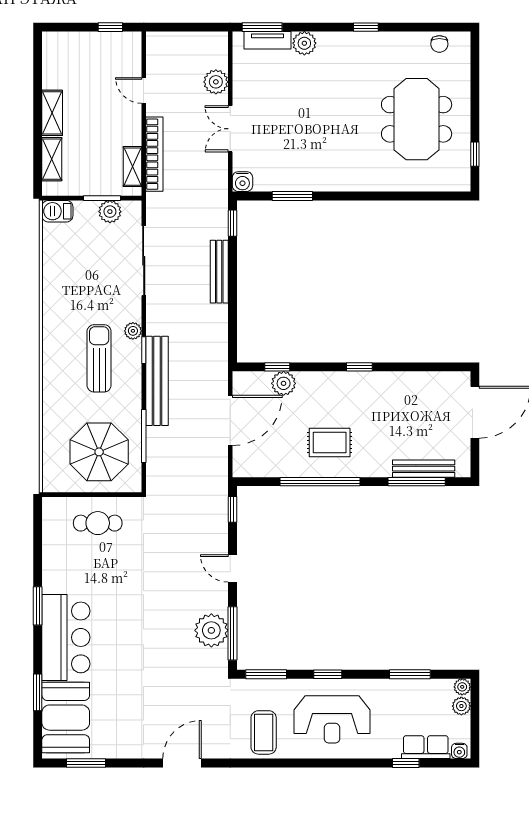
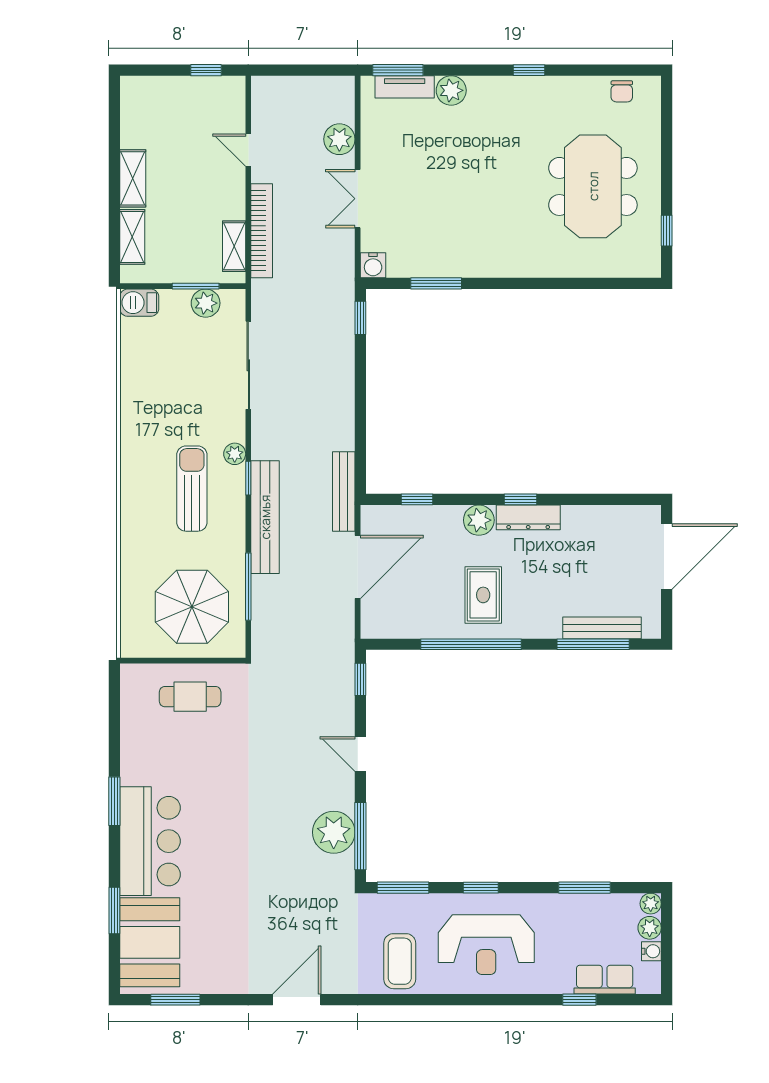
bench: (219, 272) -> (344, 491), moved
dresser: (365, 381) -> (528, 517), added
plant: (284, 383) -> (479, 520), moved
rug: (330, 443) -> (483, 595), turned 90
water cooler: (459, 751) -> (651, 951), moved, turned -90

